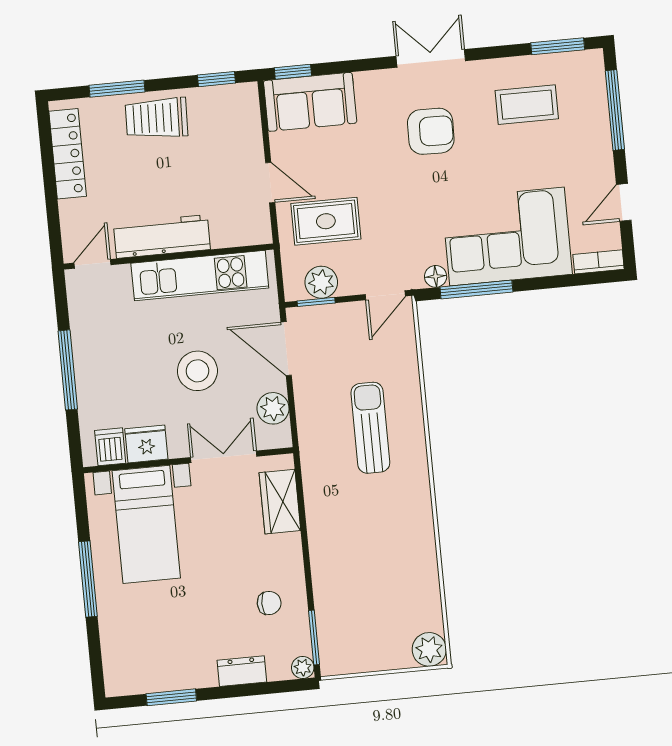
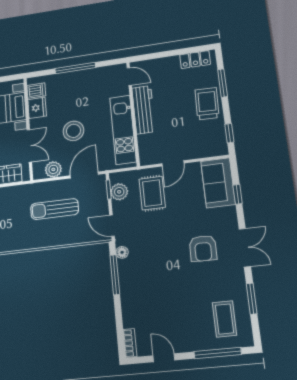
window: (558, 46) -> (252, 299), moved
window: (293, 72) -> (238, 194), moved
coffee table: (527, 105) -> (224, 319), moved
locker: (68, 154) -> (195, 60), width x0.66
corner sofa: (507, 236) -> (144, 291), removed
sun lounger: (370, 428) -> (55, 209), moved, turned 180

